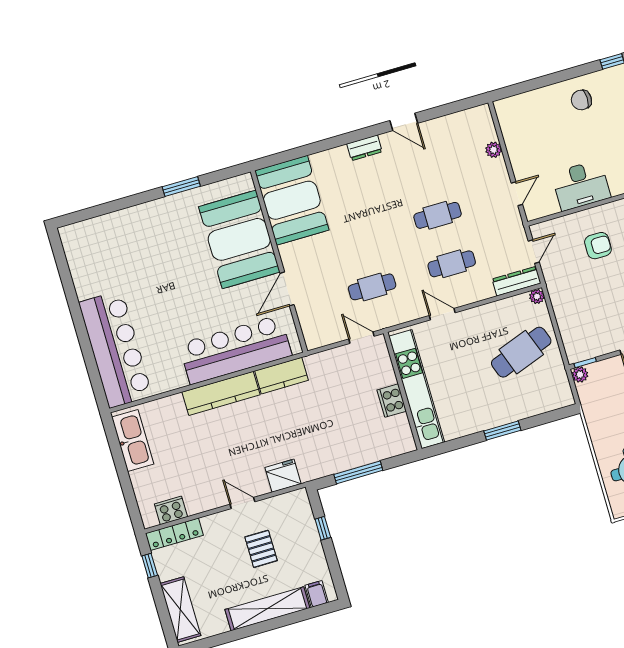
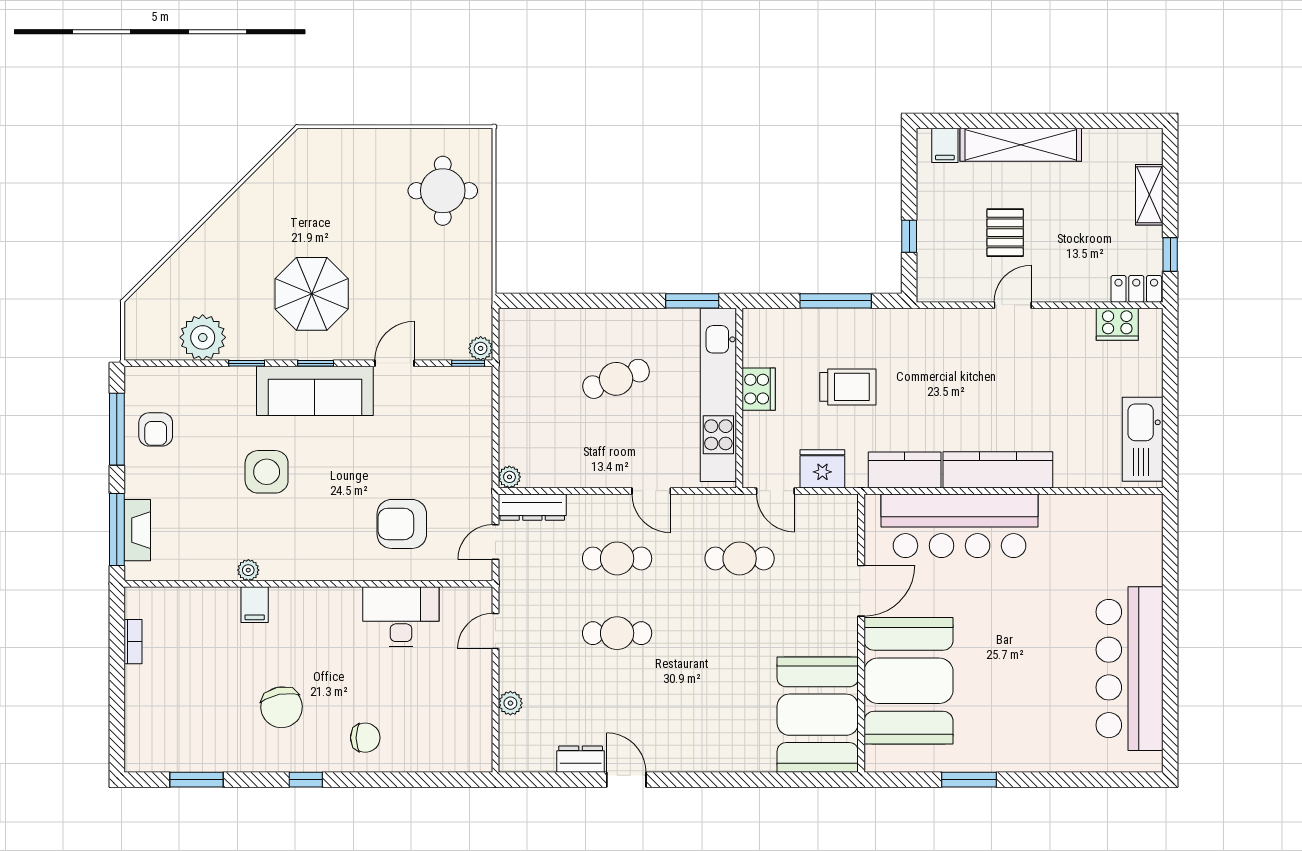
dresser: (364, 148) -> (581, 759), moved
armchair: (598, 246) -> (402, 524), width x1.38, depth x1.38
bar counter: (115, 349) -> (1130, 669), moved
cafe table: (521, 352) -> (616, 379), moved, width x0.73, depth x0.74
trolley: (334, 419) -> (848, 387), added
window: (502, 431) -> (692, 301), moved
fridge: (283, 476) -> (822, 469), moved, turned 180
door: (242, 503) -> (1013, 305), swing flipped
locker: (174, 534) -> (1136, 289), width x0.66
shelving: (180, 610) -> (1149, 195), width x0.67, depth x0.75

